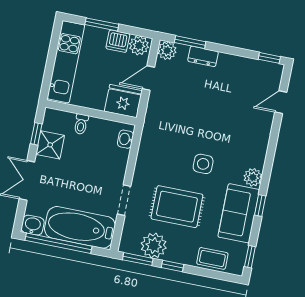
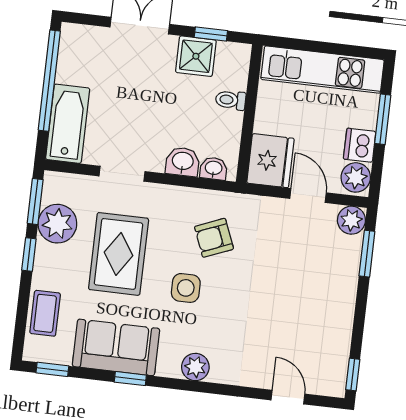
dresser: (203, 56) -> (347, 275), removed
armchair: (171, 143) -> (214, 238), added
plant: (253, 177) -> (195, 367), moved
washbasin: (33, 225) -> (183, 162), moved, turned -90
bathtub: (80, 227) -> (68, 124), width x0.73, depth x0.73

